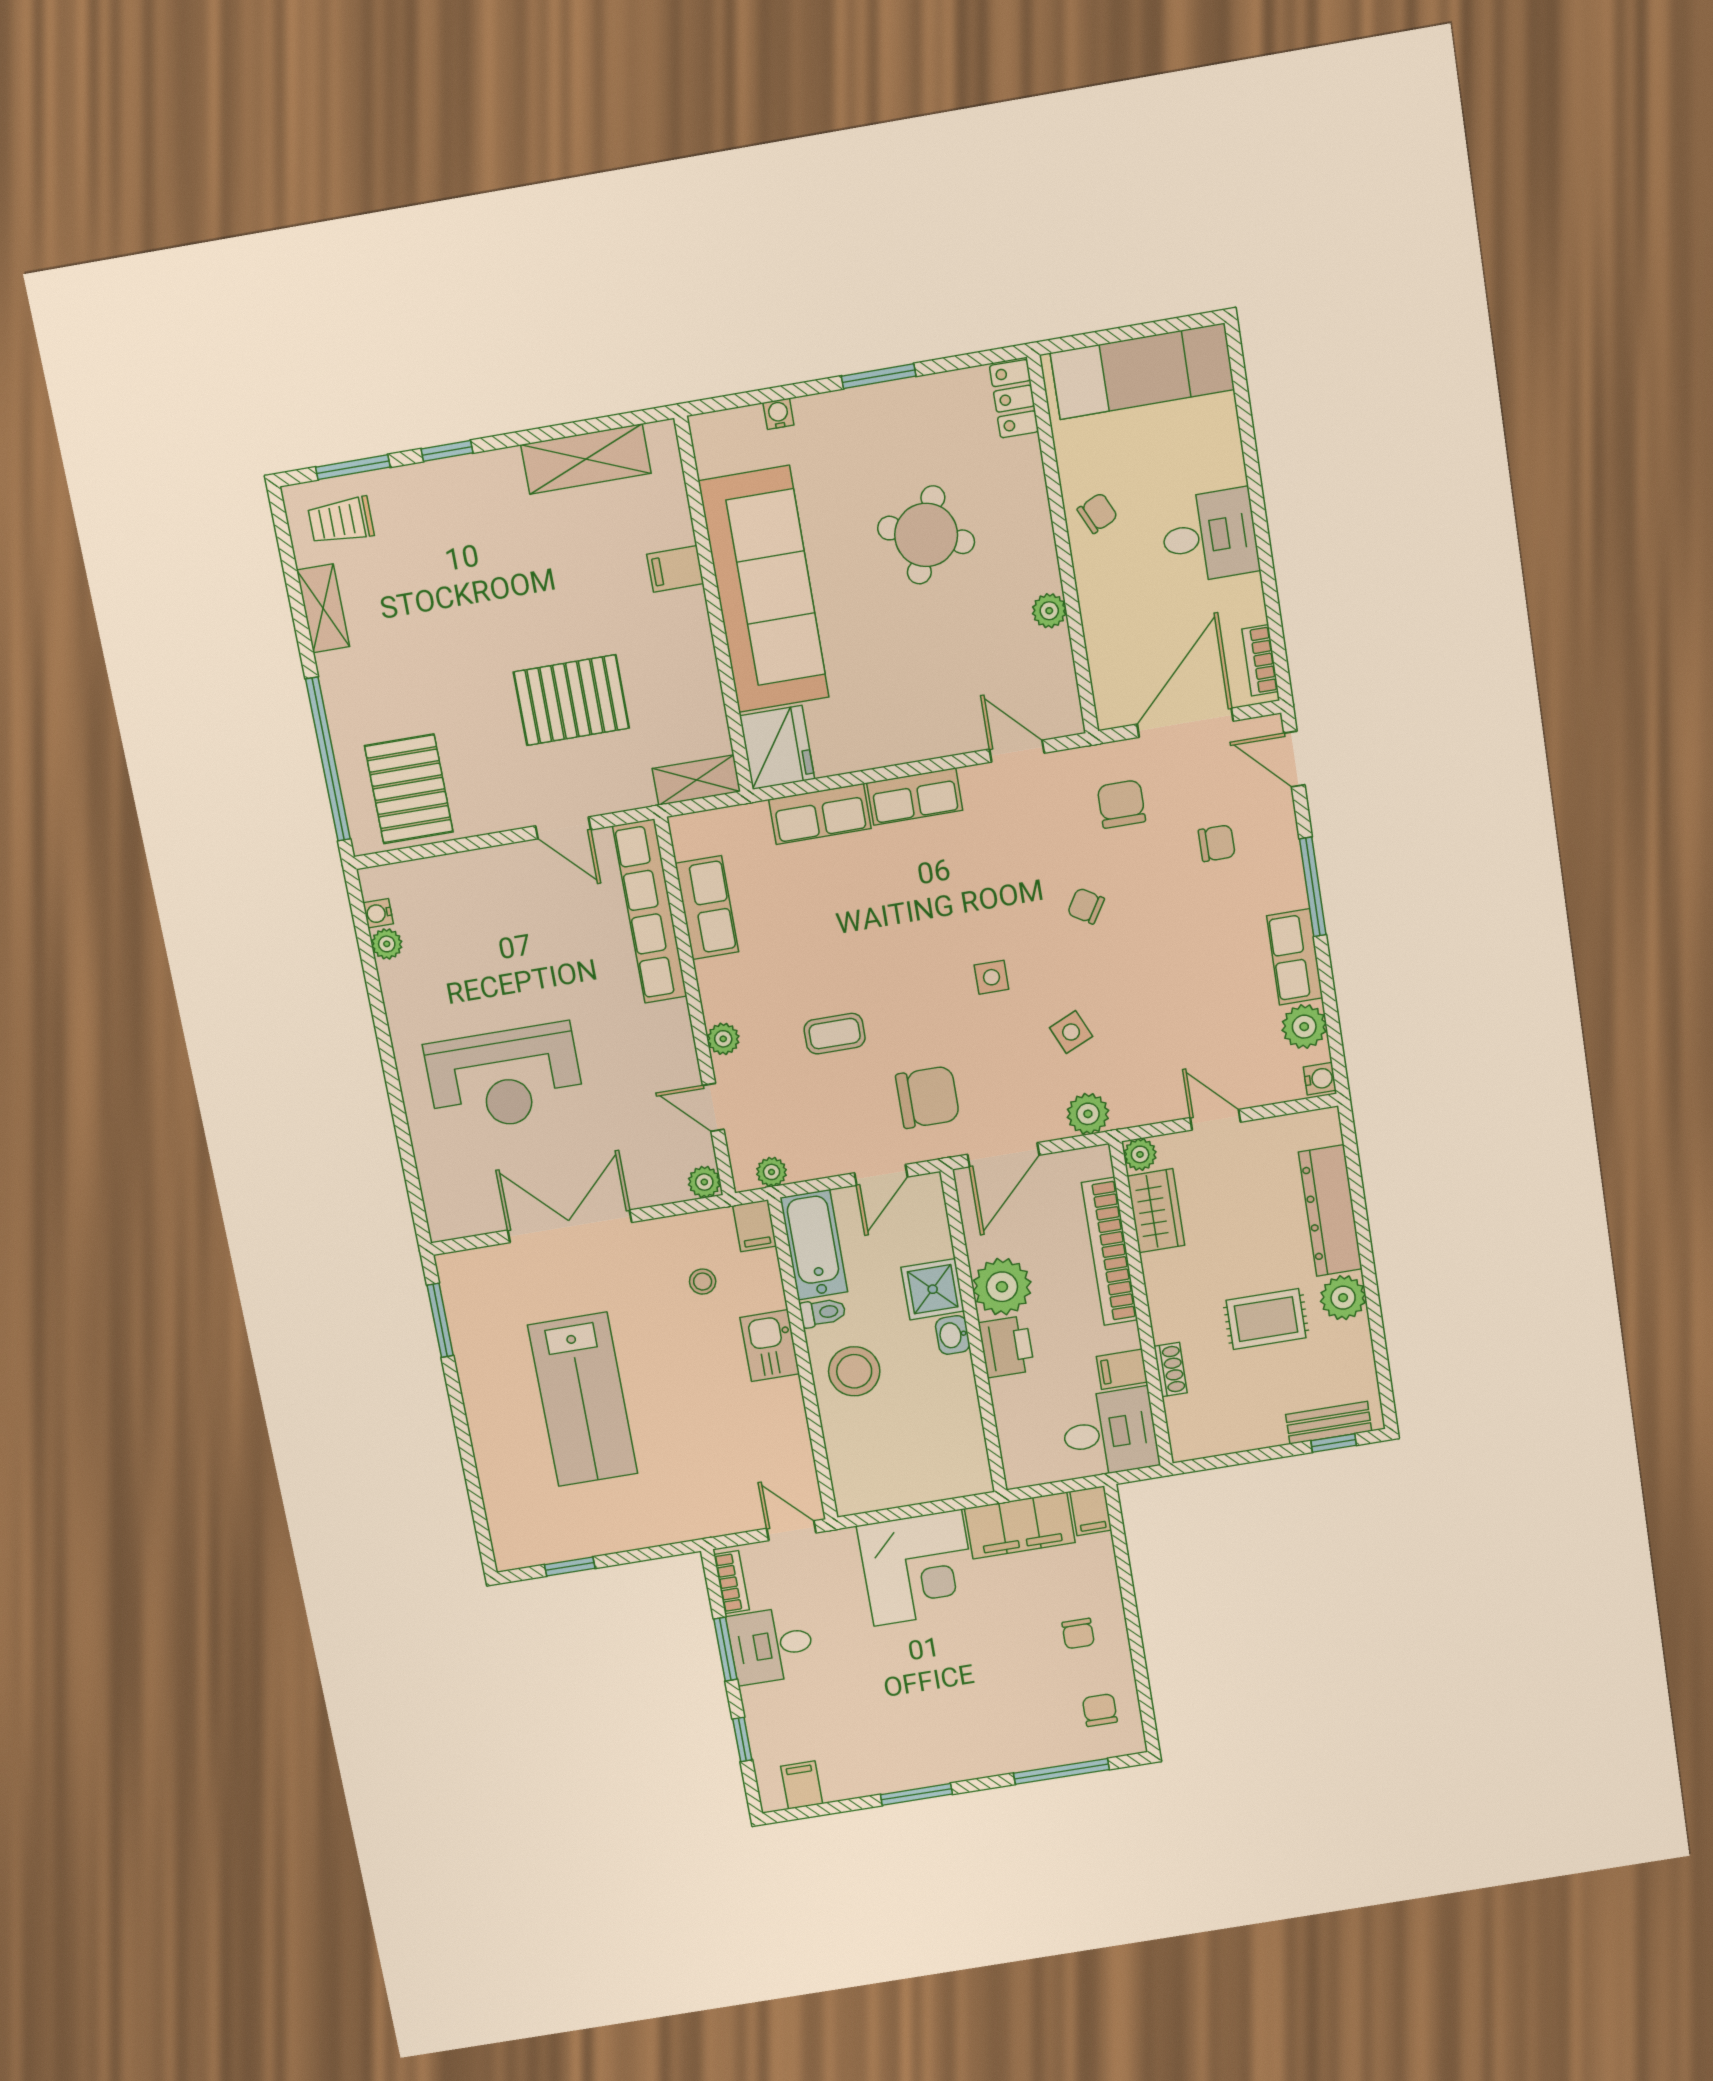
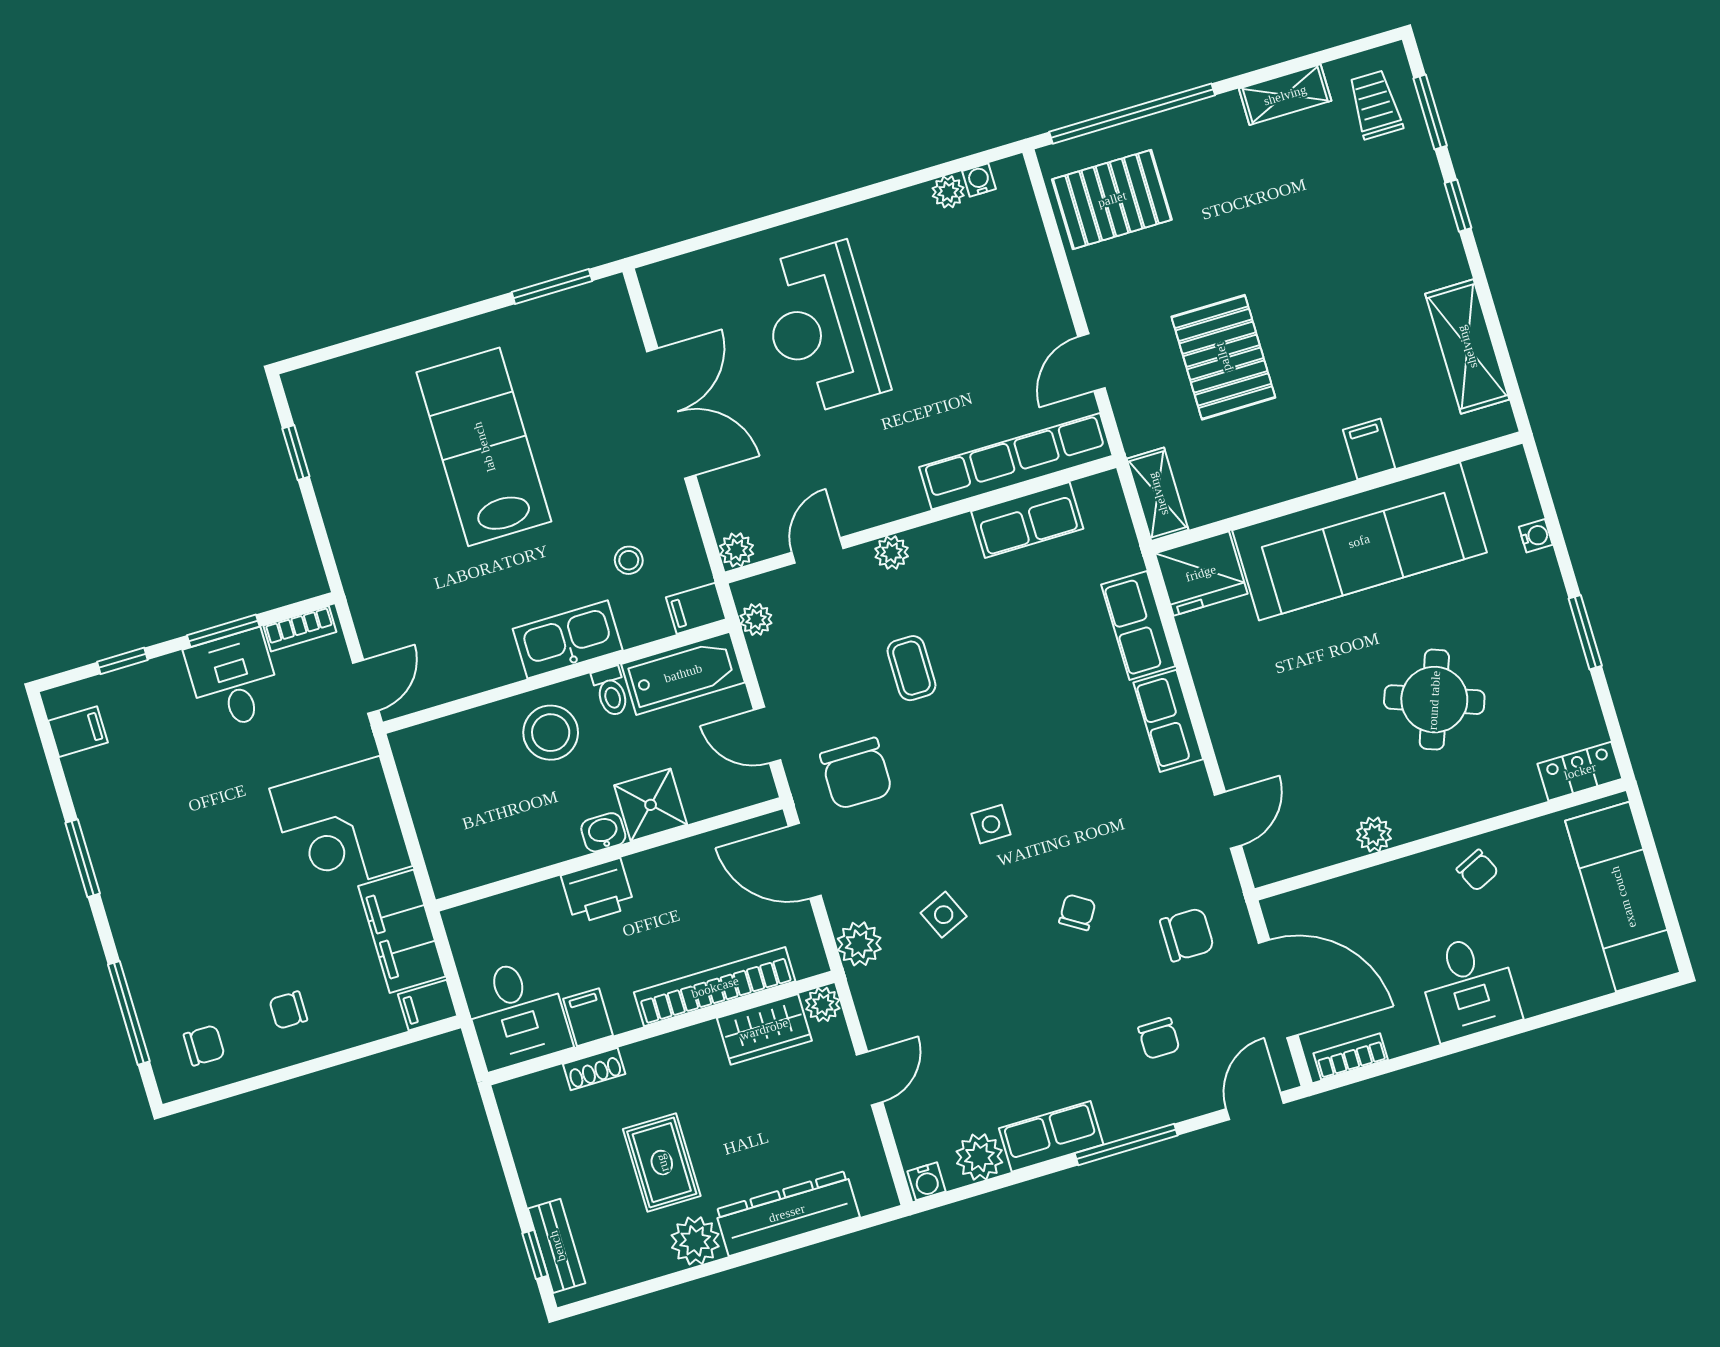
plant: (1002, 1287) -> (662, 878), removed
kitchen sink: (770, 1346) -> (568, 639), width x1.38
lab bench: (583, 1399) -> (484, 447), turned 90

